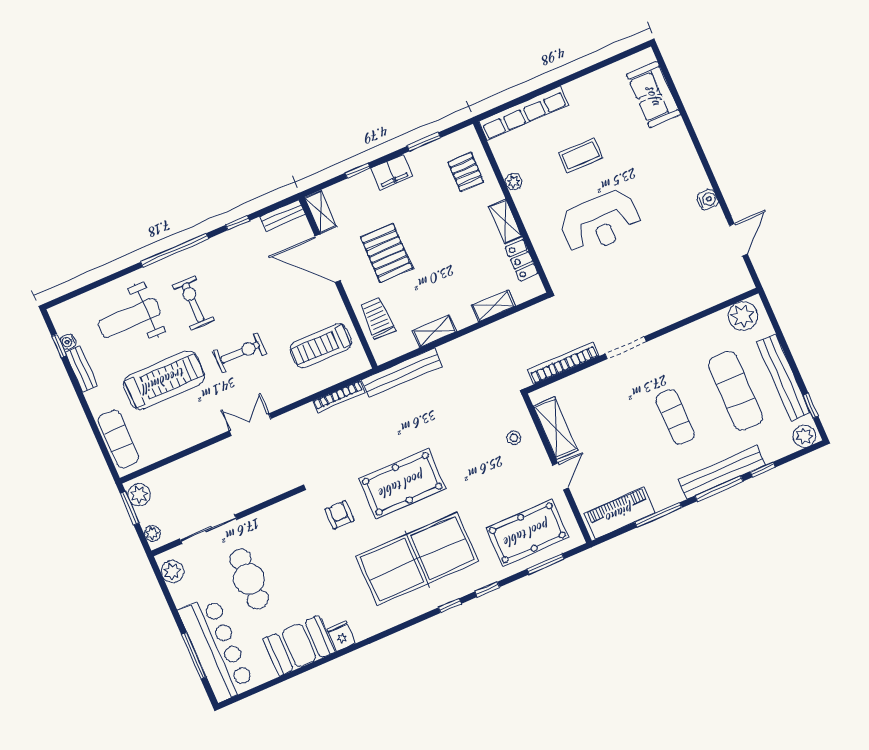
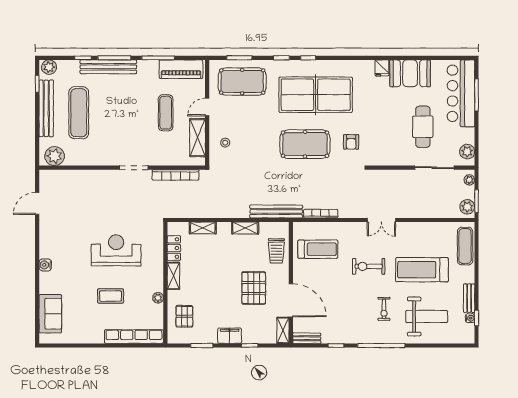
water cooler: (708, 200) -> (45, 265), moved
exercise bike: (193, 303) -> (384, 309), width x0.73, depth x0.72
exercise mat: (675, 417) -> (166, 113), moved

